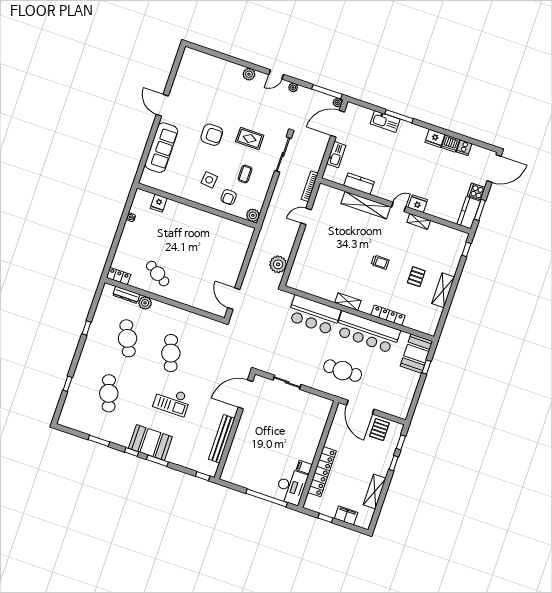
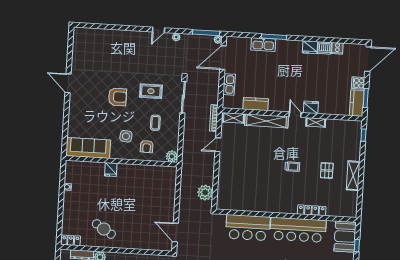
plant: (249, 74) -> (135, 36), removed
sofa: (161, 148) -> (88, 148), moved, turned -90
fridge: (159, 203) -> (111, 170), moved
door: (399, 207) -> (295, 115), hinge flipped
shelving: (348, 302) -> (233, 118), moved

